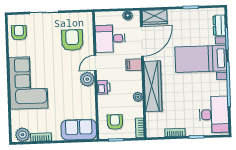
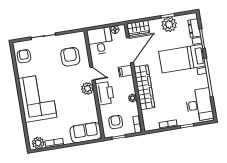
plant: (191, 17) -> (169, 24), added
desk: (110, 39) -> (100, 41), moved, turned 90
door: (95, 63) -> (92, 74), swing flipped
printer: (104, 87) -> (105, 93), width x1.87, depth x1.48

